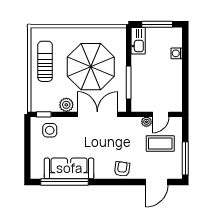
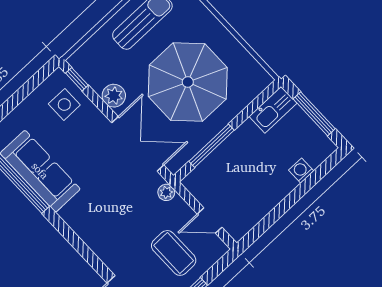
plant: (146, 122) -> (166, 192), moved
armchair: (122, 169) -> (100, 236), removed

